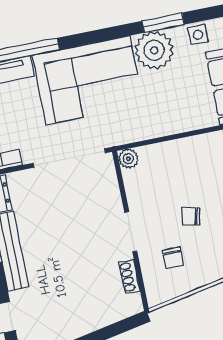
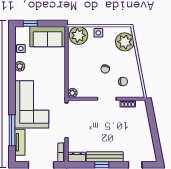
window: (163, 23) -> (12, 64), removed
plant: (154, 50) -> (20, 66), width x0.53, depth x0.53

